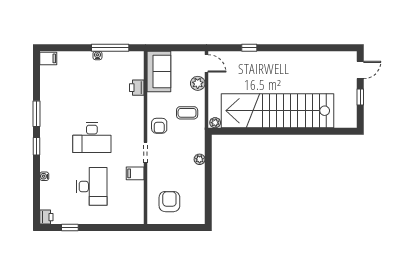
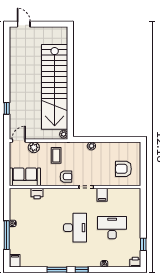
window: (110, 48) -> (7, 235), moved
window: (360, 97) -> (44, 24), removed

